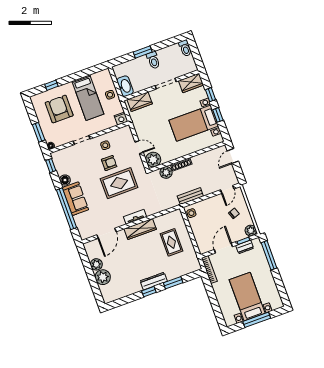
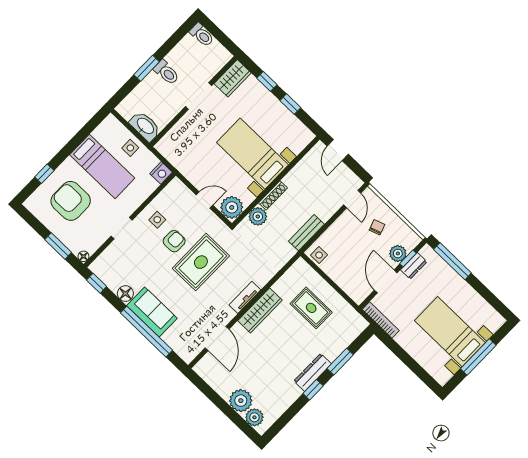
wardrobe: (140, 102) -> (175, 138), removed
bed with nightstands: (194, 123) -> (253, 154), moved, turned 90
plant: (251, 231) -> (398, 253), moved
plant: (96, 264) -> (254, 417), moved

